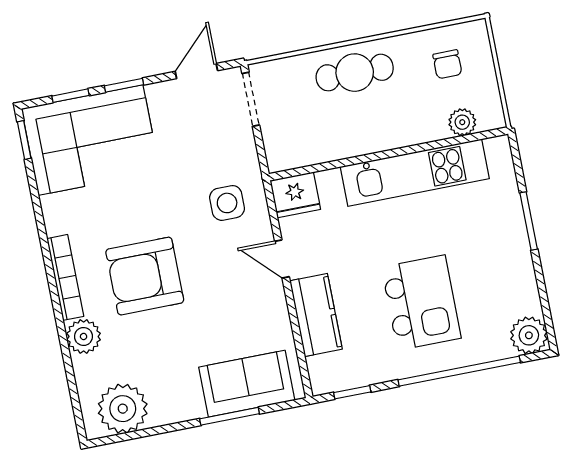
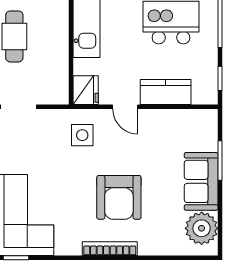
door: (282, 259) -> (125, 107), hinge flipped
plant: (84, 336) -> (150, 244), removed
sofa: (247, 384) -> (201, 181), moved

